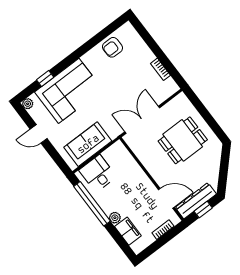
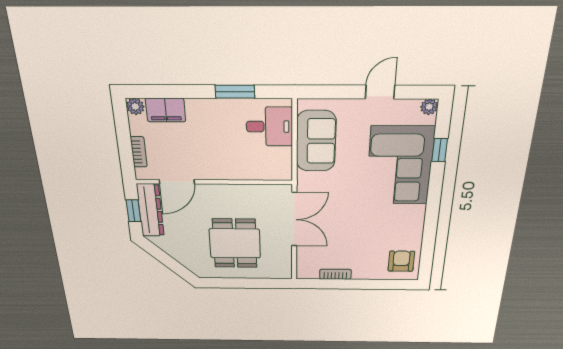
armchair: (113, 47) -> (401, 261), moved
window: (92, 204) -> (235, 92), width x0.47
plant: (115, 218) -> (135, 106), moved

